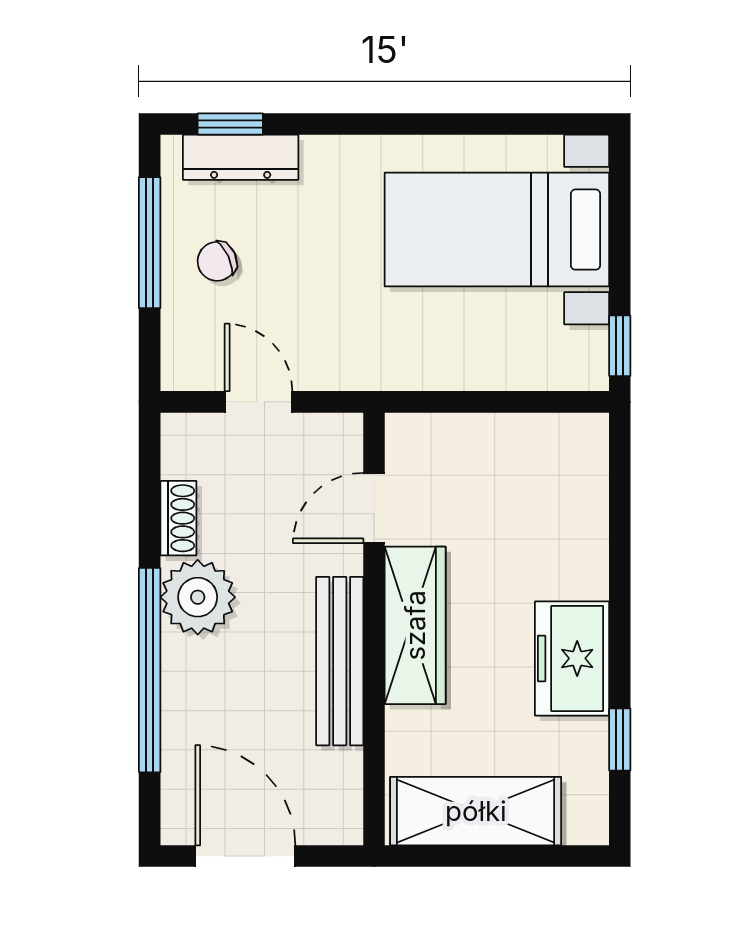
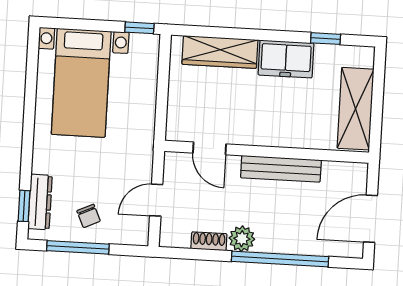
plant: (198, 597) -> (242, 239), width x0.73, depth x0.73
wardrobe: (415, 625) -> (220, 52), moved, turned 180

